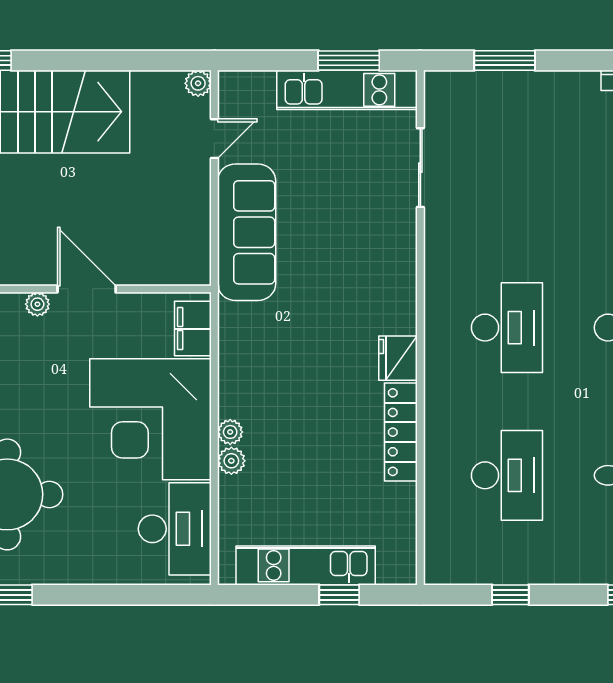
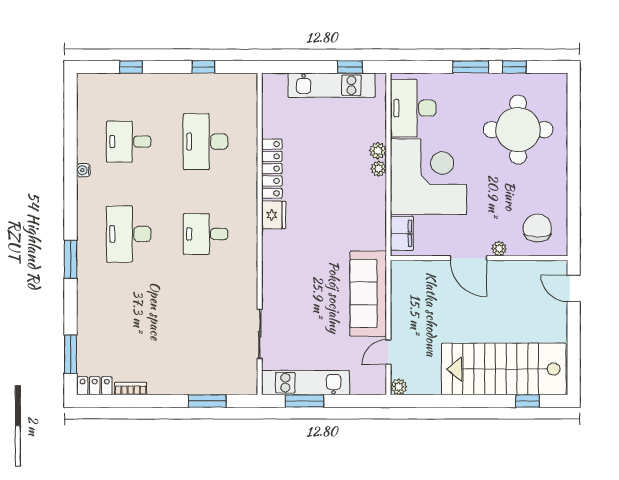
desk: (507, 328) -> (206, 234), width x0.73
window: (83, 595) -> (470, 67), added
window: (339, 595) -> (350, 67), moved

